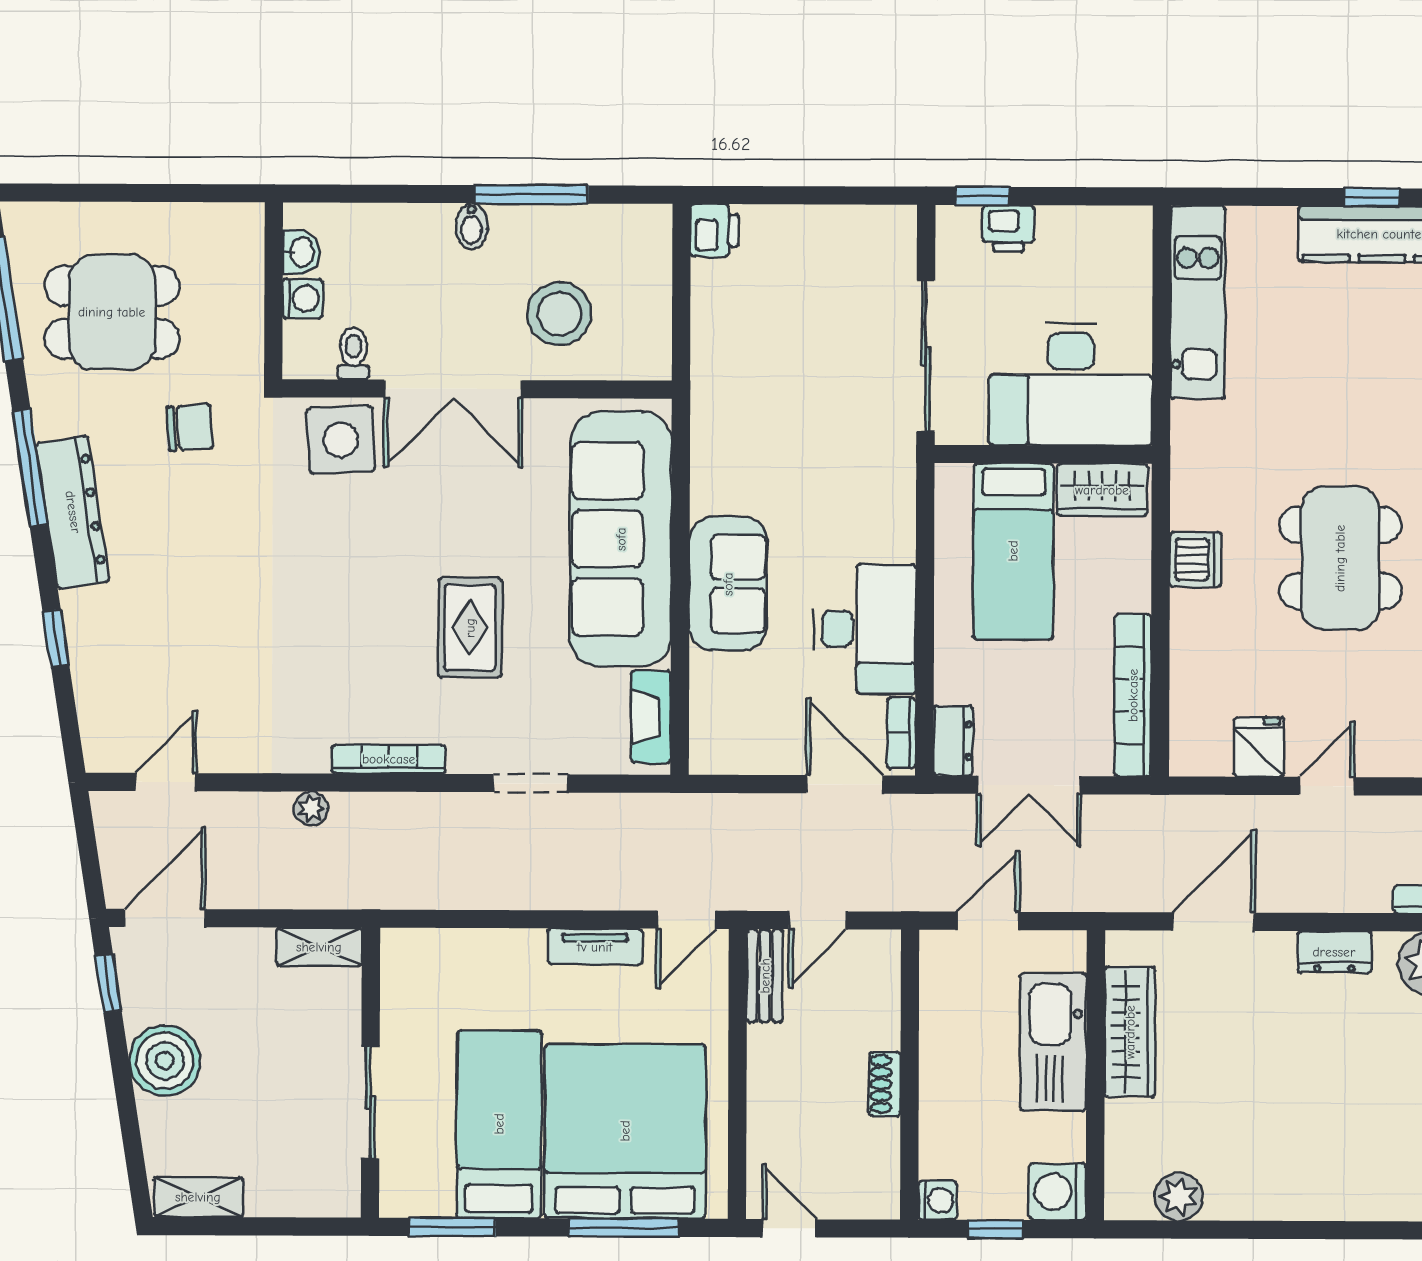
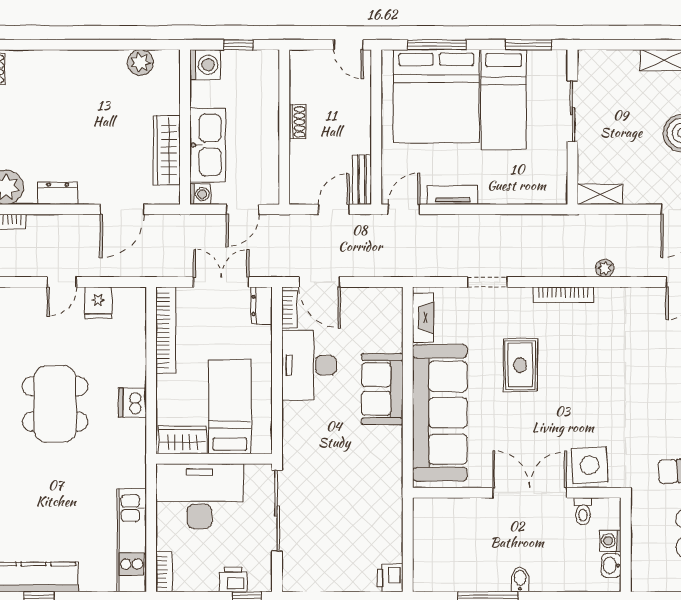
bookcase: (1137, 244) -> (164, 572), added
stool: (559, 314) -> (473, 533), removed
washing machine: (938, 1200) -> (200, 194), moved, turned 180

